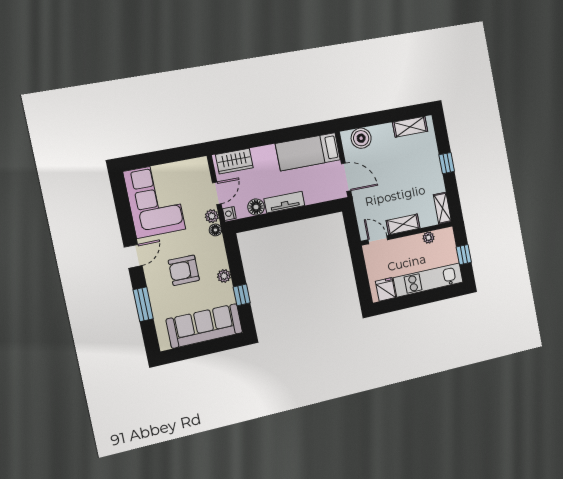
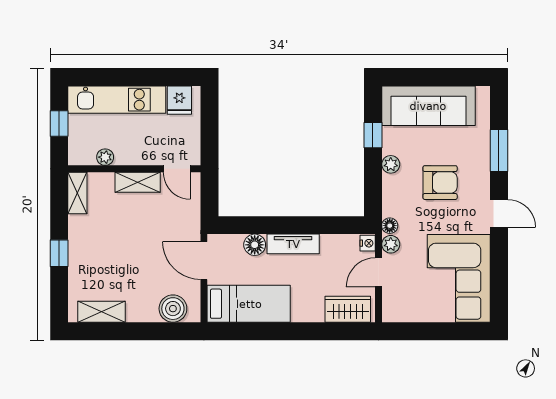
floor lamp: (256, 207) -> (255, 245), moved
door: (133, 256) -> (499, 213), swing flipped

